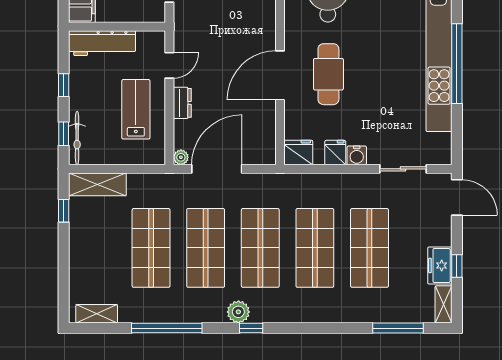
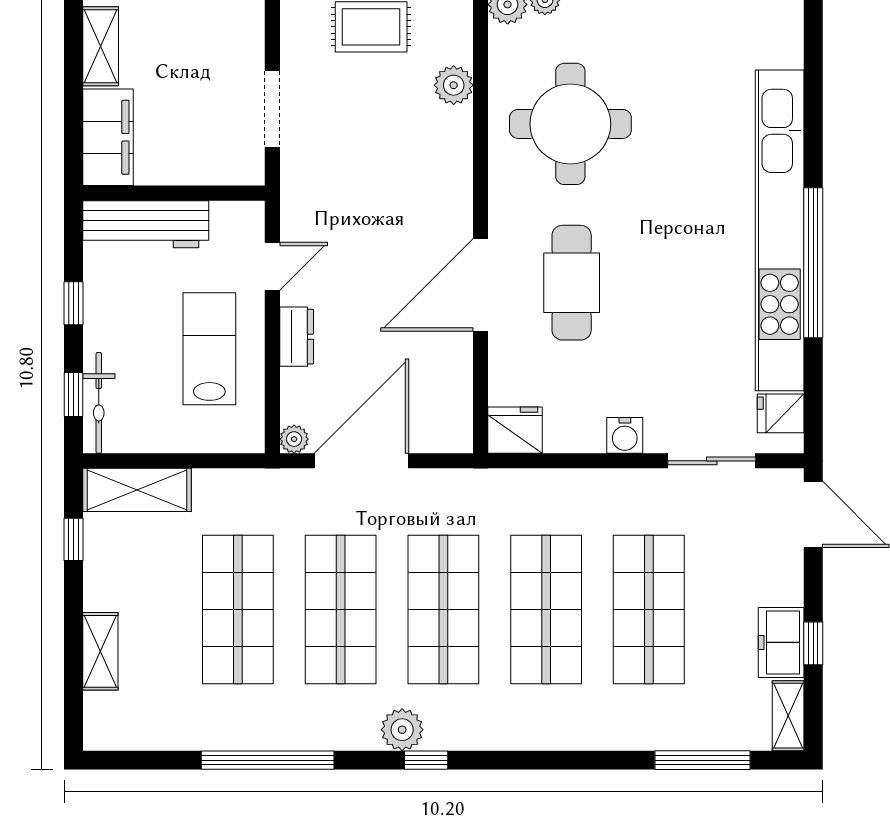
fridge: (335, 153) -> (781, 413), moved, turned -90
shelving: (97, 314) -> (100, 651), moved, turned 90

